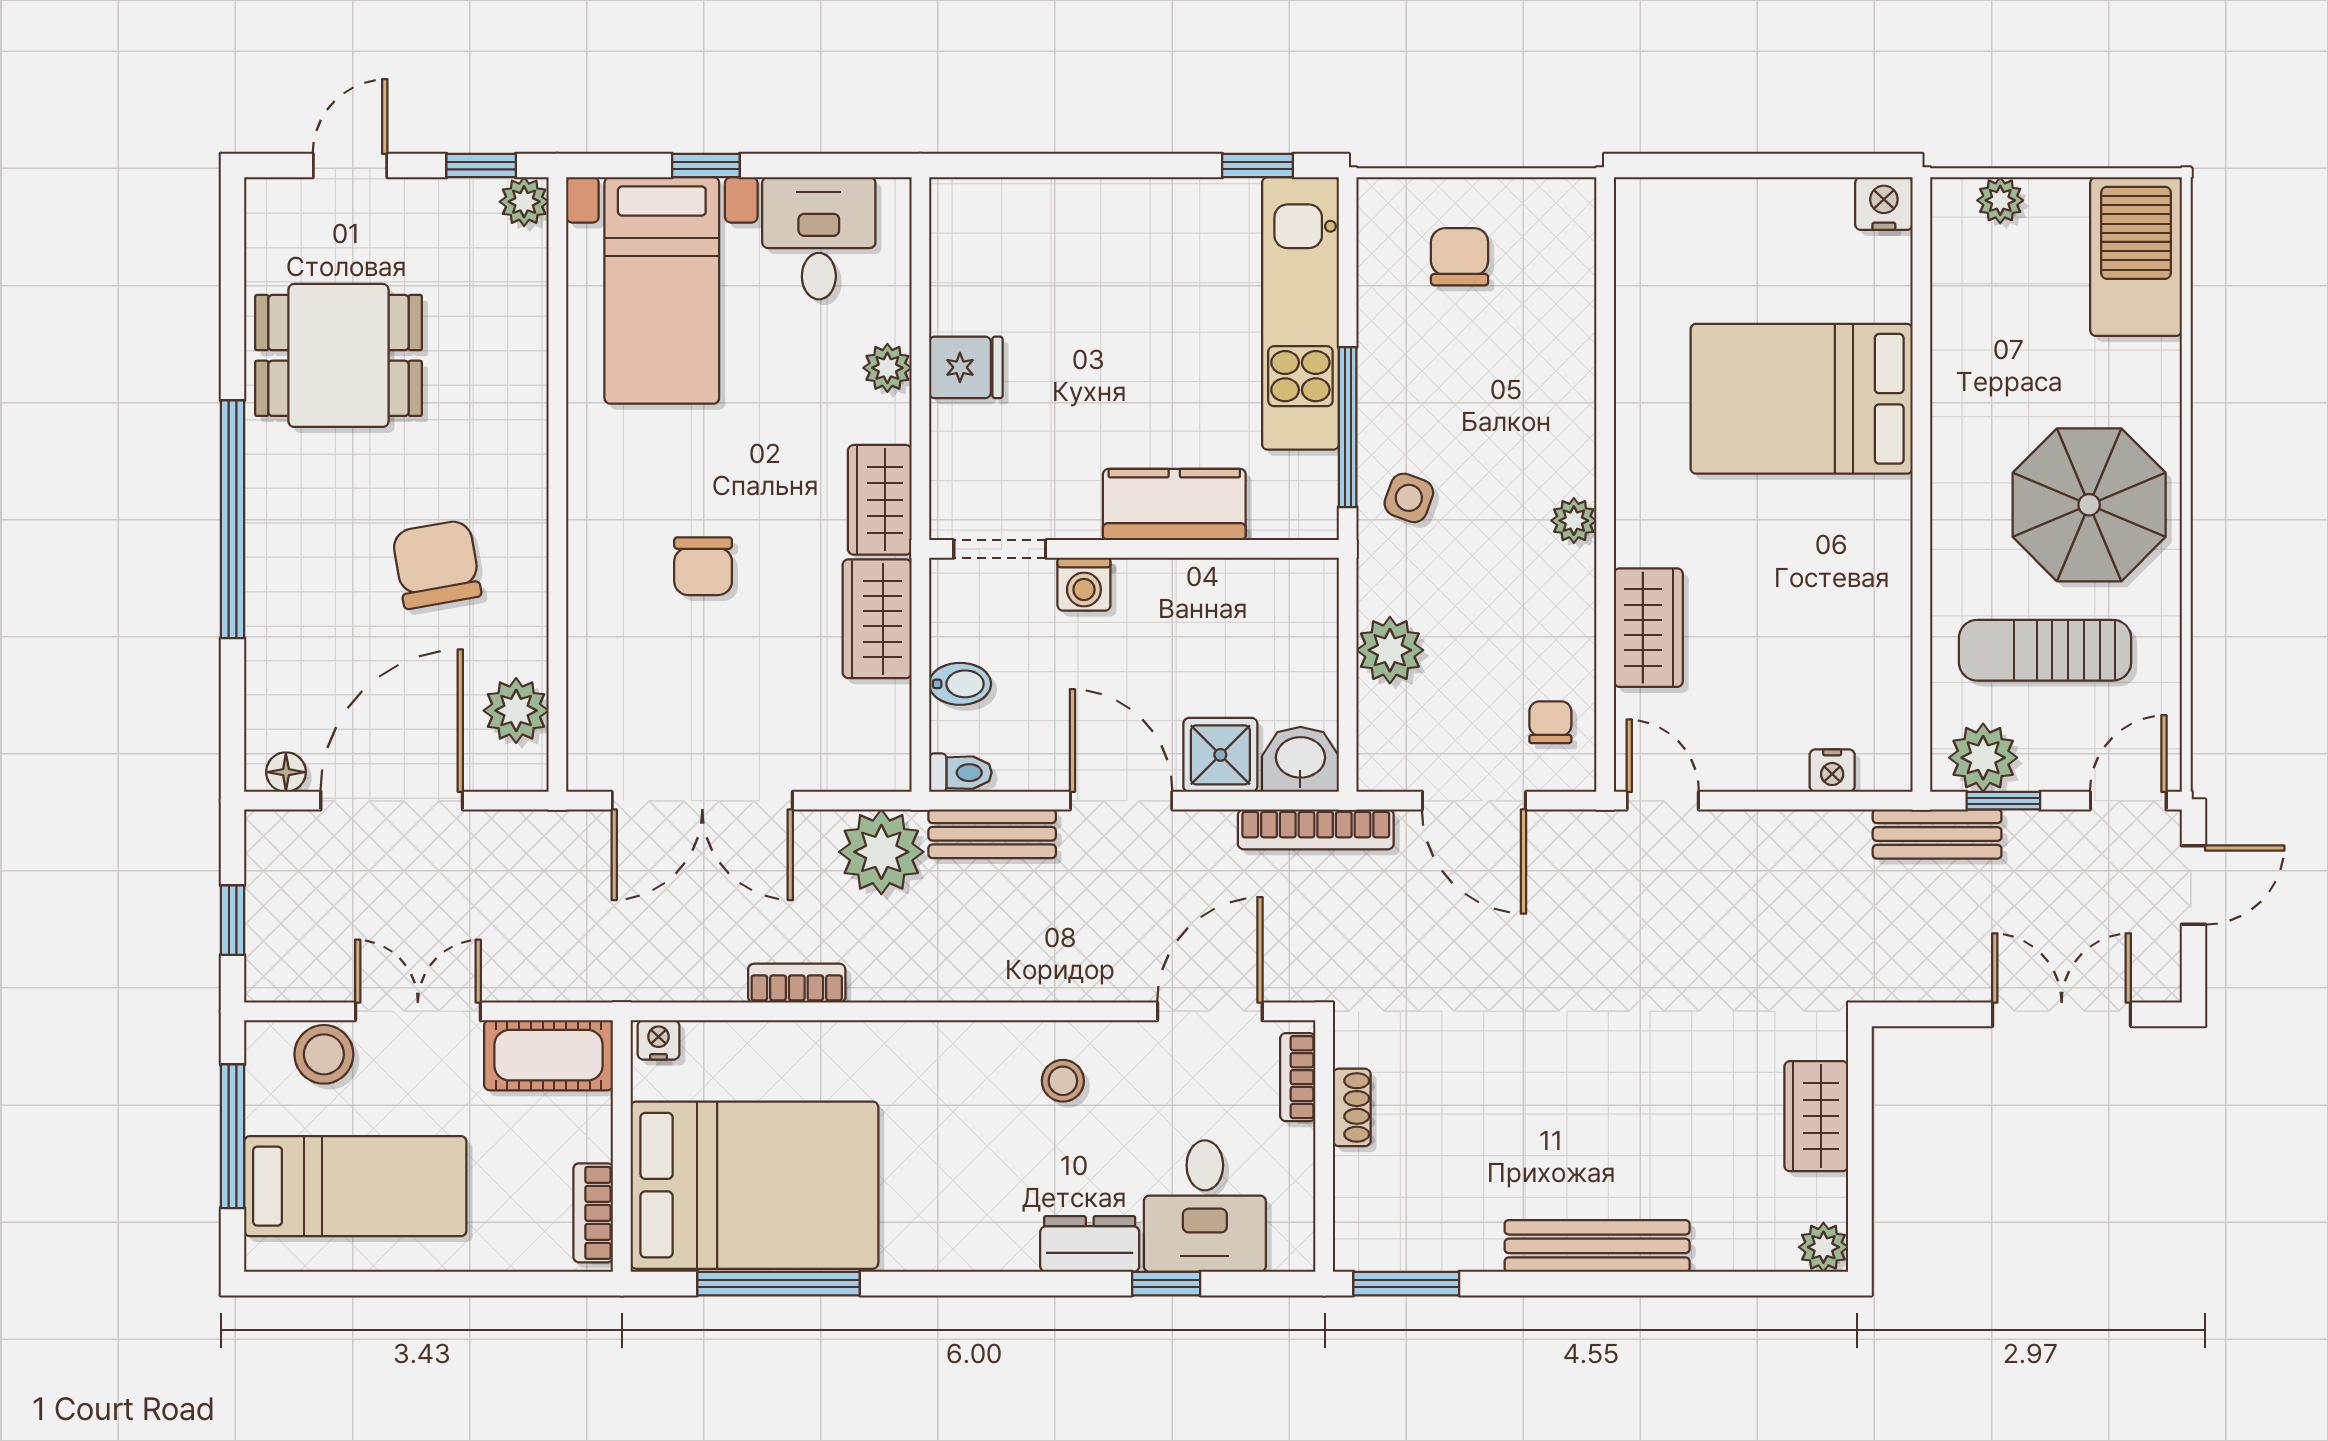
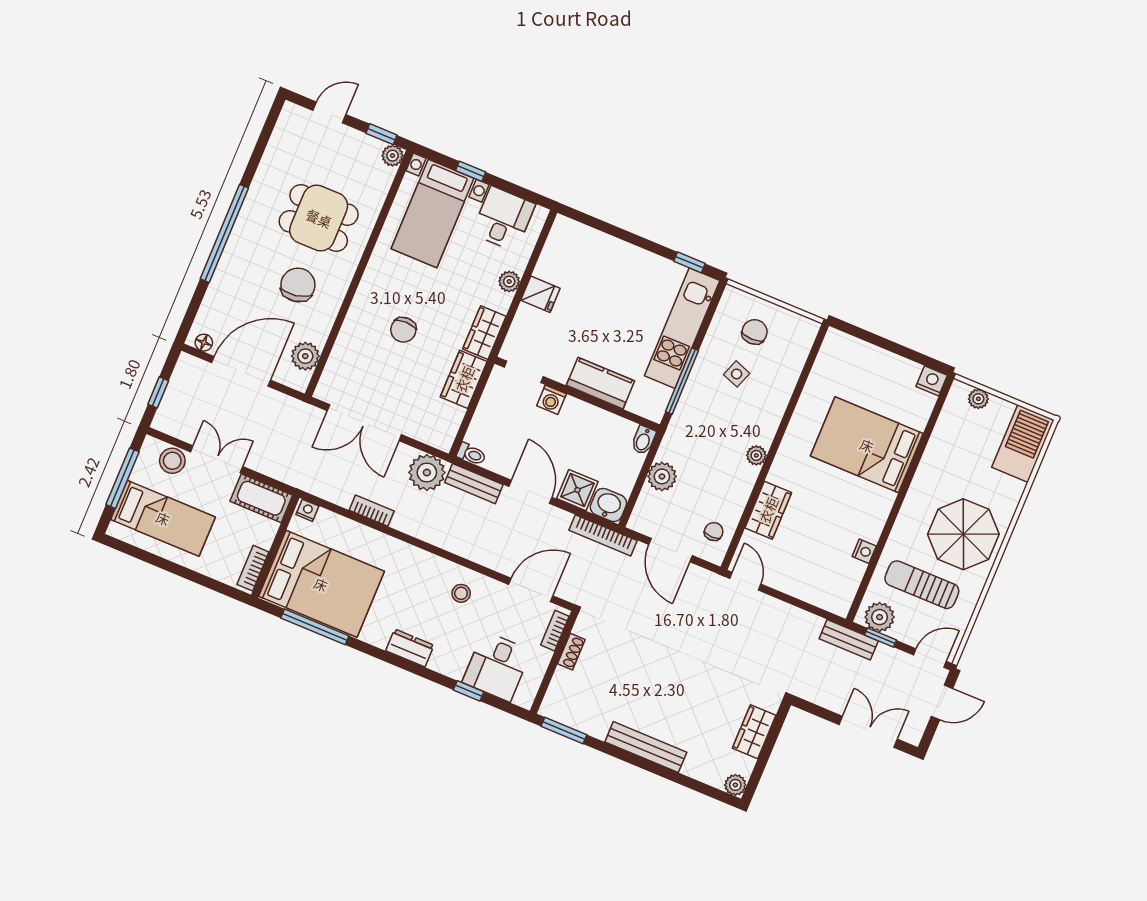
dining table: (338, 355) -> (319, 218), moved
side table: (1409, 498) -> (737, 374), moved
bidet: (960, 684) -> (643, 440), moved, turned 90
nightstand: (1832, 771) -> (864, 551), moved, turned -90
dresser: (1090, 1244) -> (410, 648), moved

